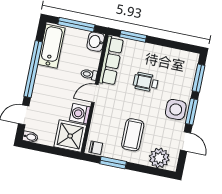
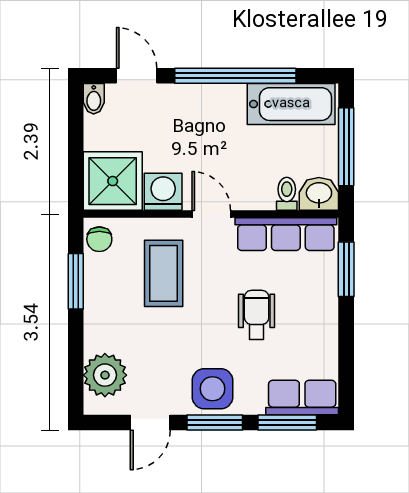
row of seats: (188, 69) -> (302, 398), added
toilet: (89, 74) -> (287, 194), moved
coffee table: (133, 135) -> (164, 273), moved, turned 90

